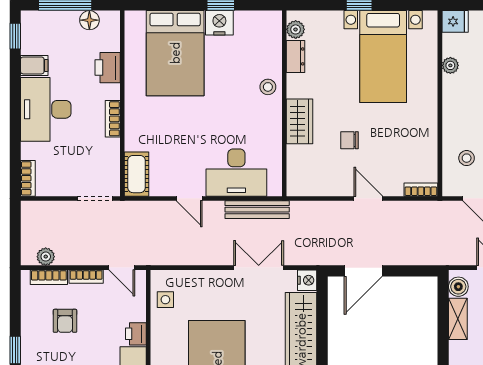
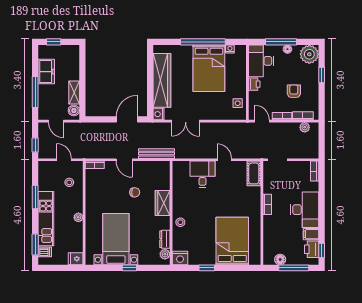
nightstand: (219, 23) -> (180, 258), moved
plant: (450, 65) -> (78, 217), moved
printer: (108, 68) -> (312, 249), moved, turned 180
desk: (236, 173) -> (203, 174), width x0.73
bench: (257, 210) -> (157, 154), moved

